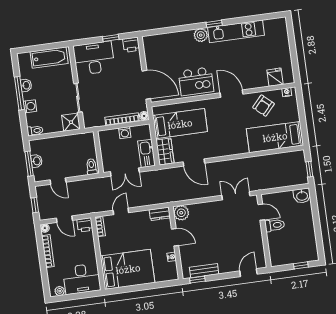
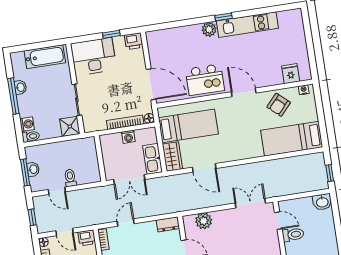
washing machine: (30, 106) -> (27, 124), moved
toilet: (92, 167) -> (70, 178), moved
plant: (181, 213) -> (204, 221), moved

